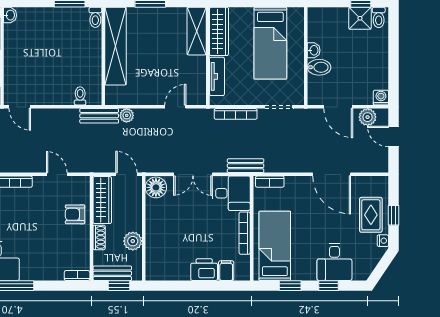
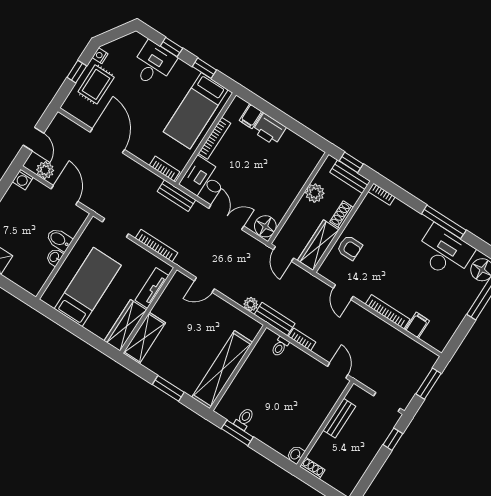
toilet: (95, 17) -> (244, 419), moved
bookcase: (66, 114) -> (302, 339), added

